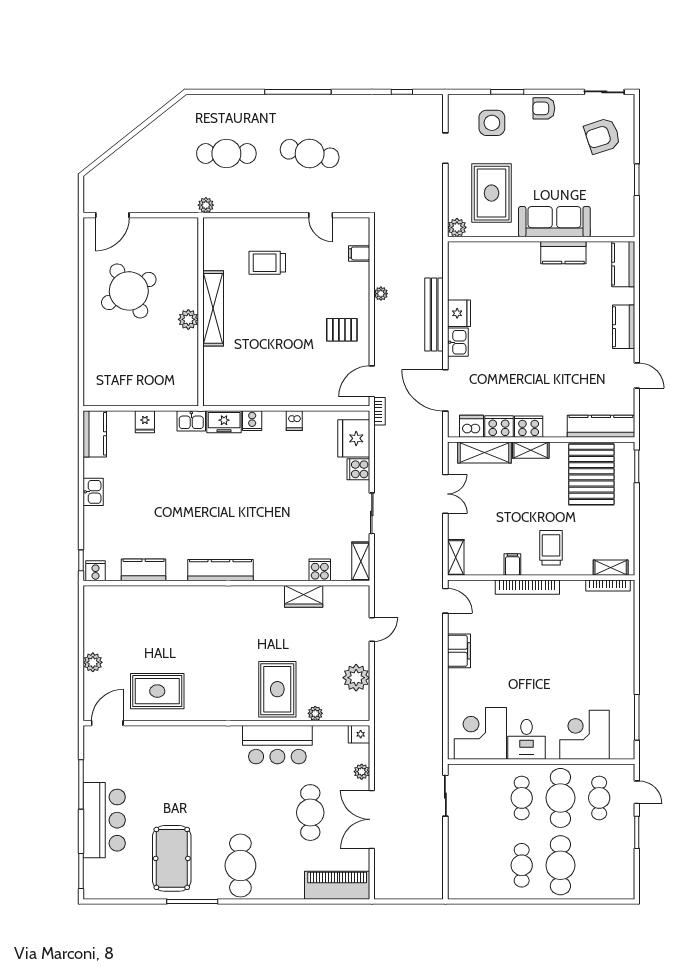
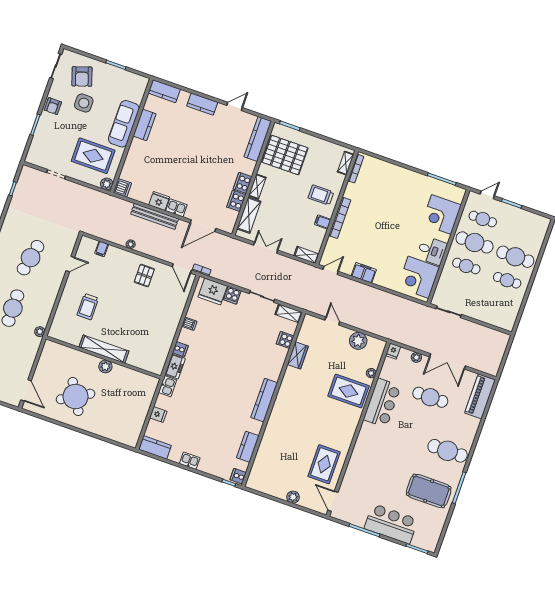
side table: (492, 123) -> (84, 103), moved
dishwasher: (471, 426) -> (122, 188), moved, turned 180

